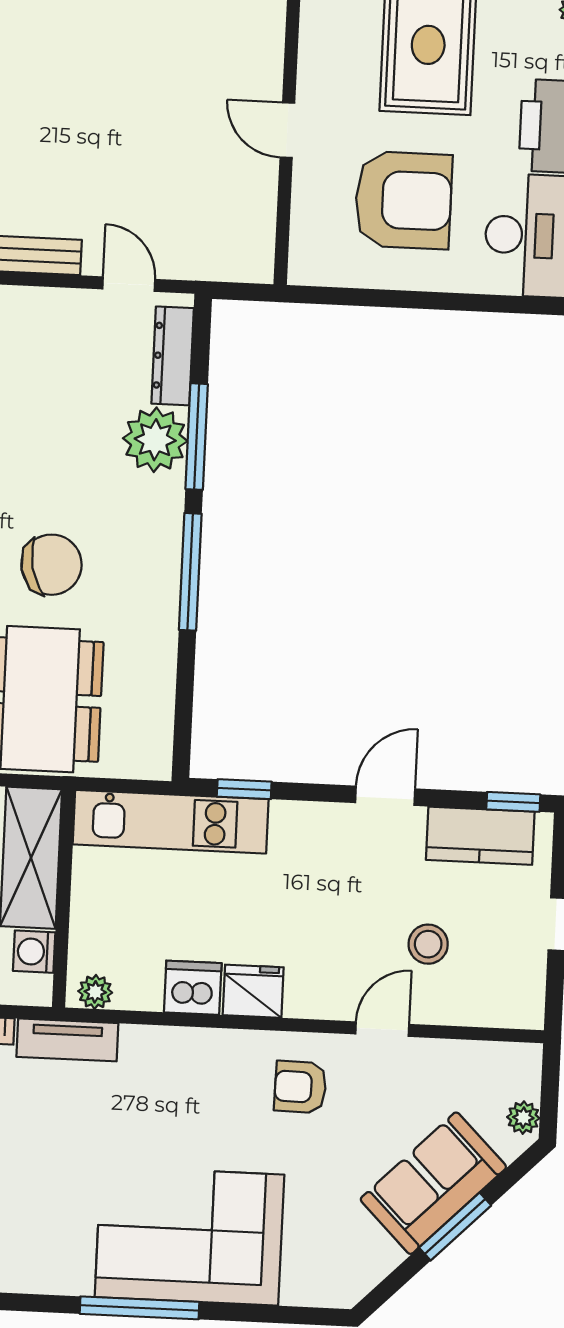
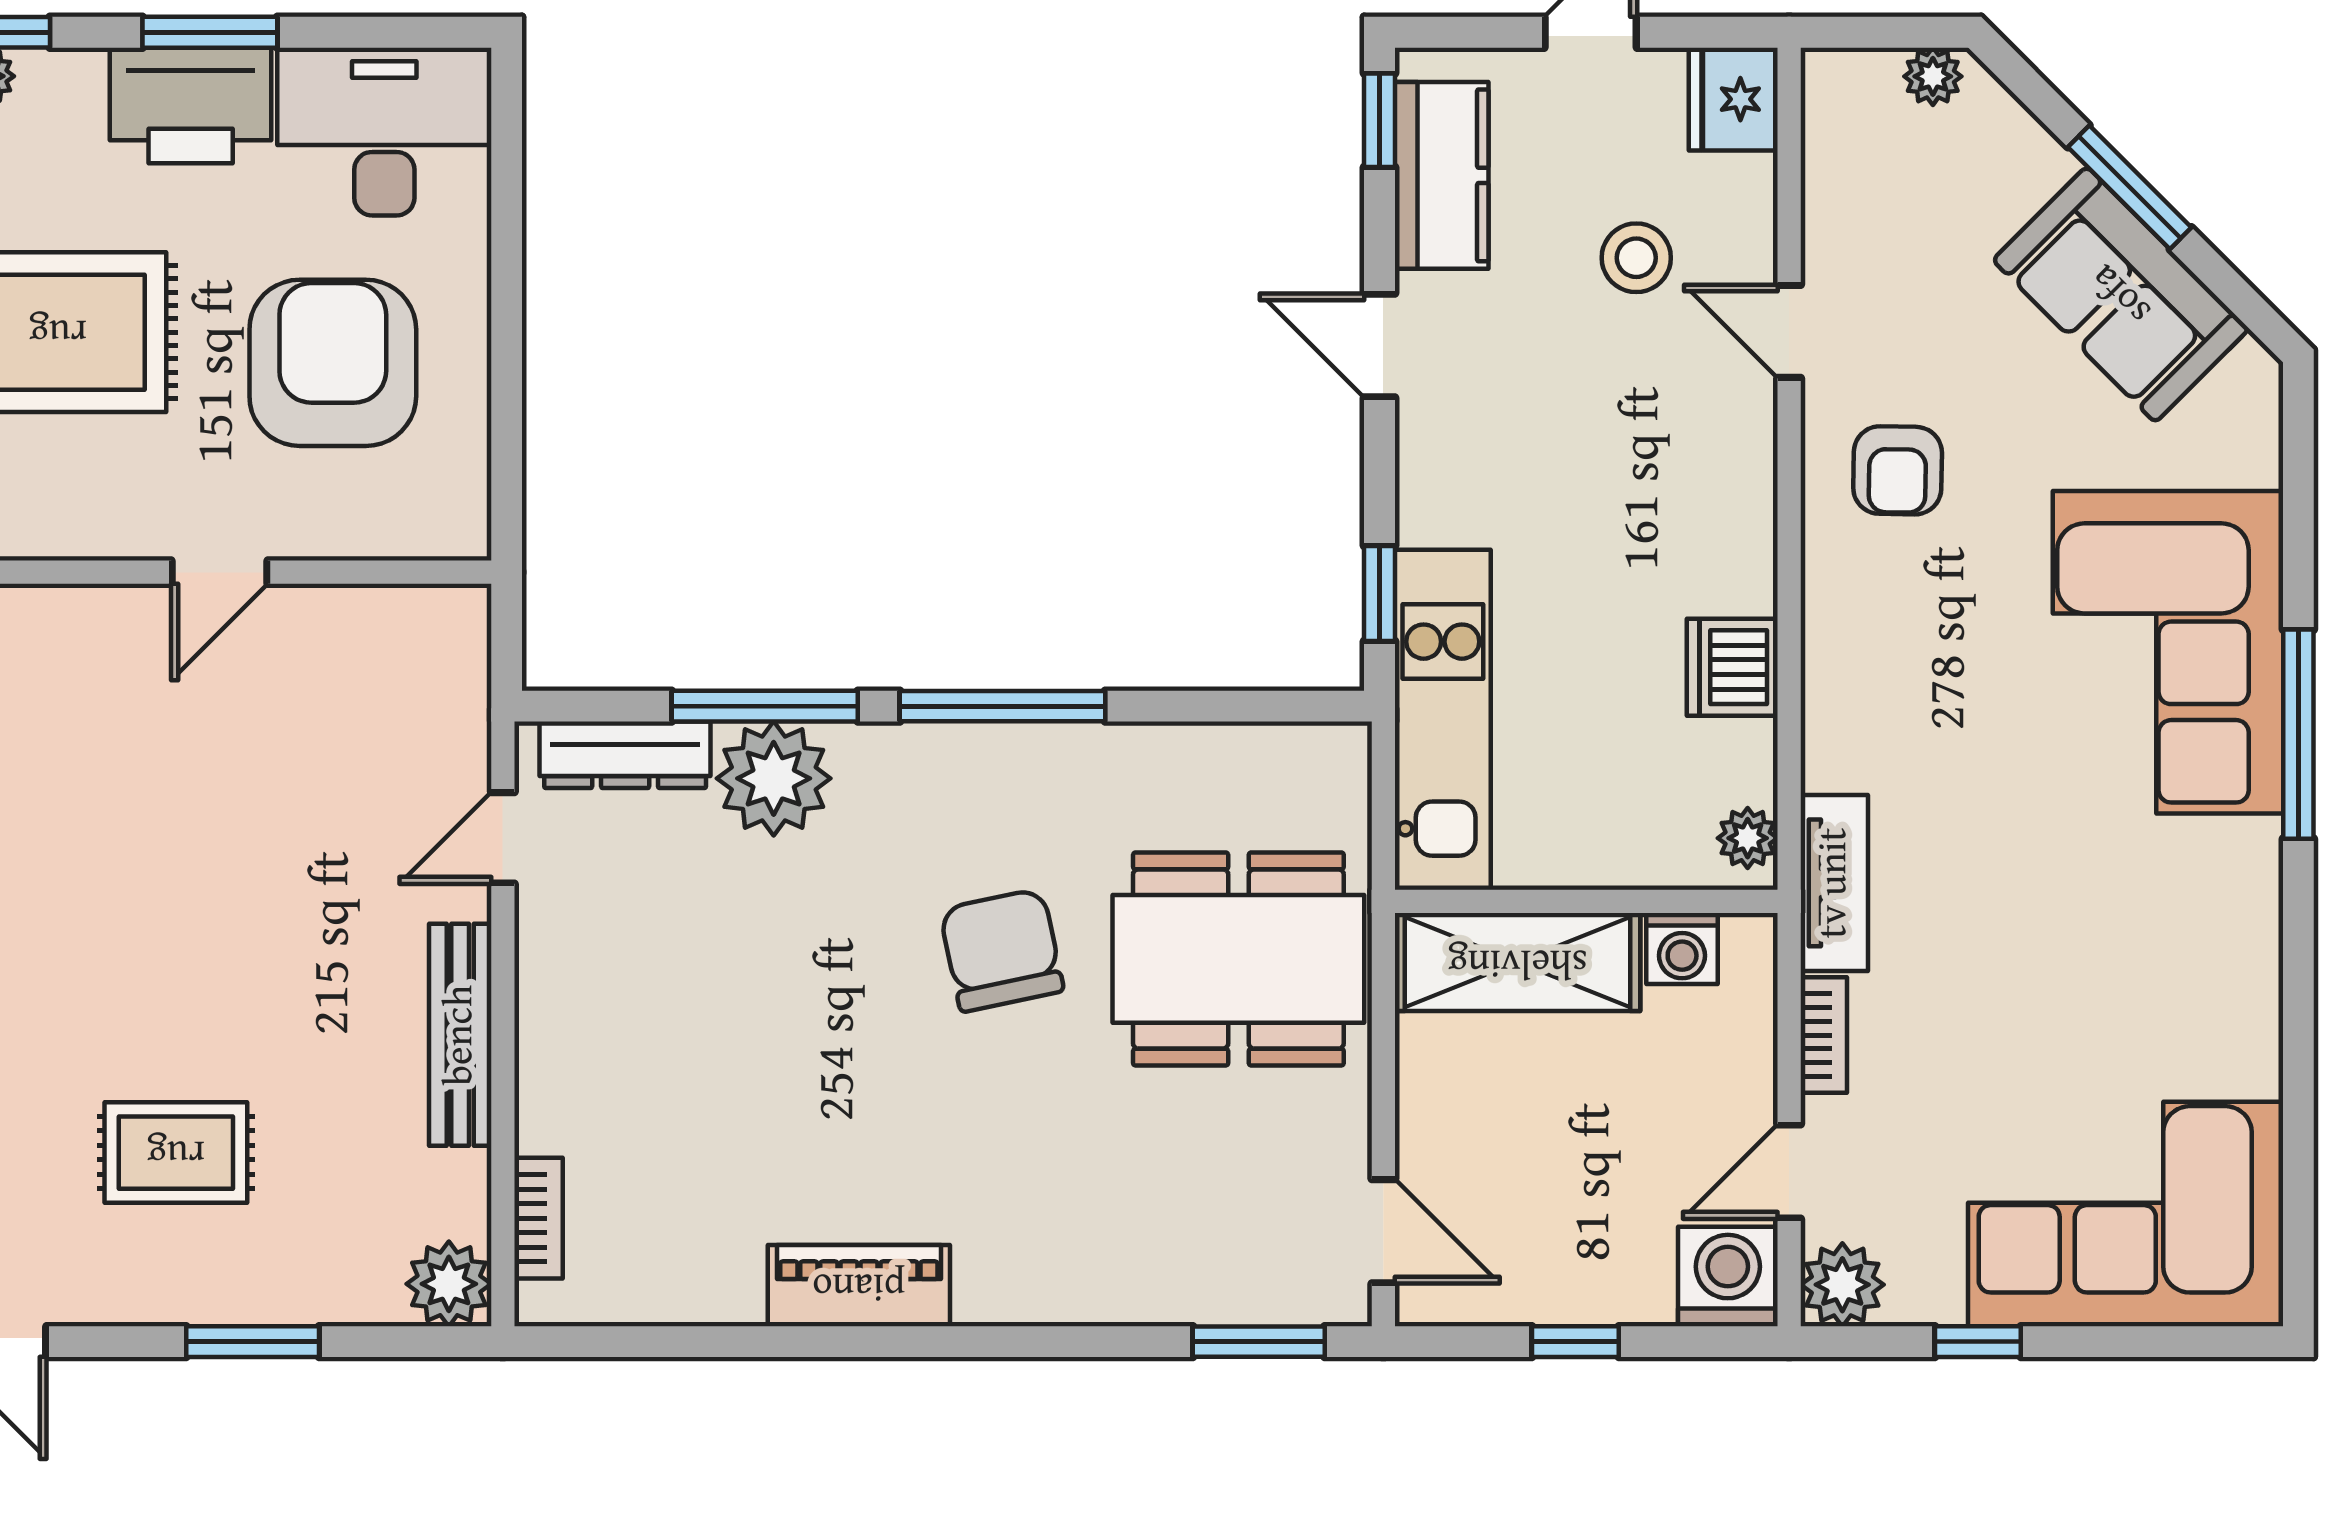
fridge: (253, 991) -> (1733, 99), moved
sofa: (433, 1183) -> (2121, 294), moved

